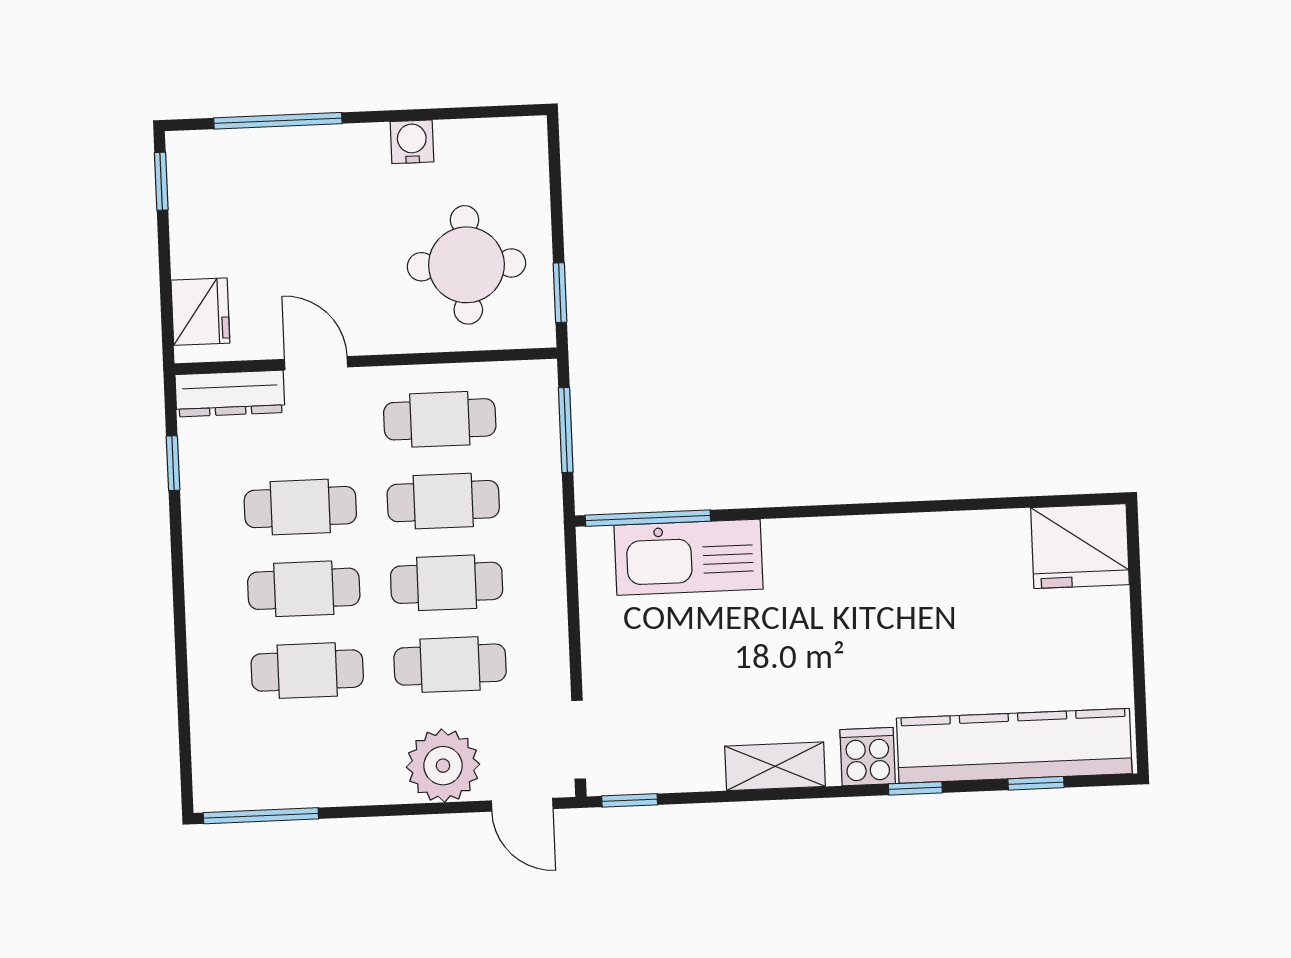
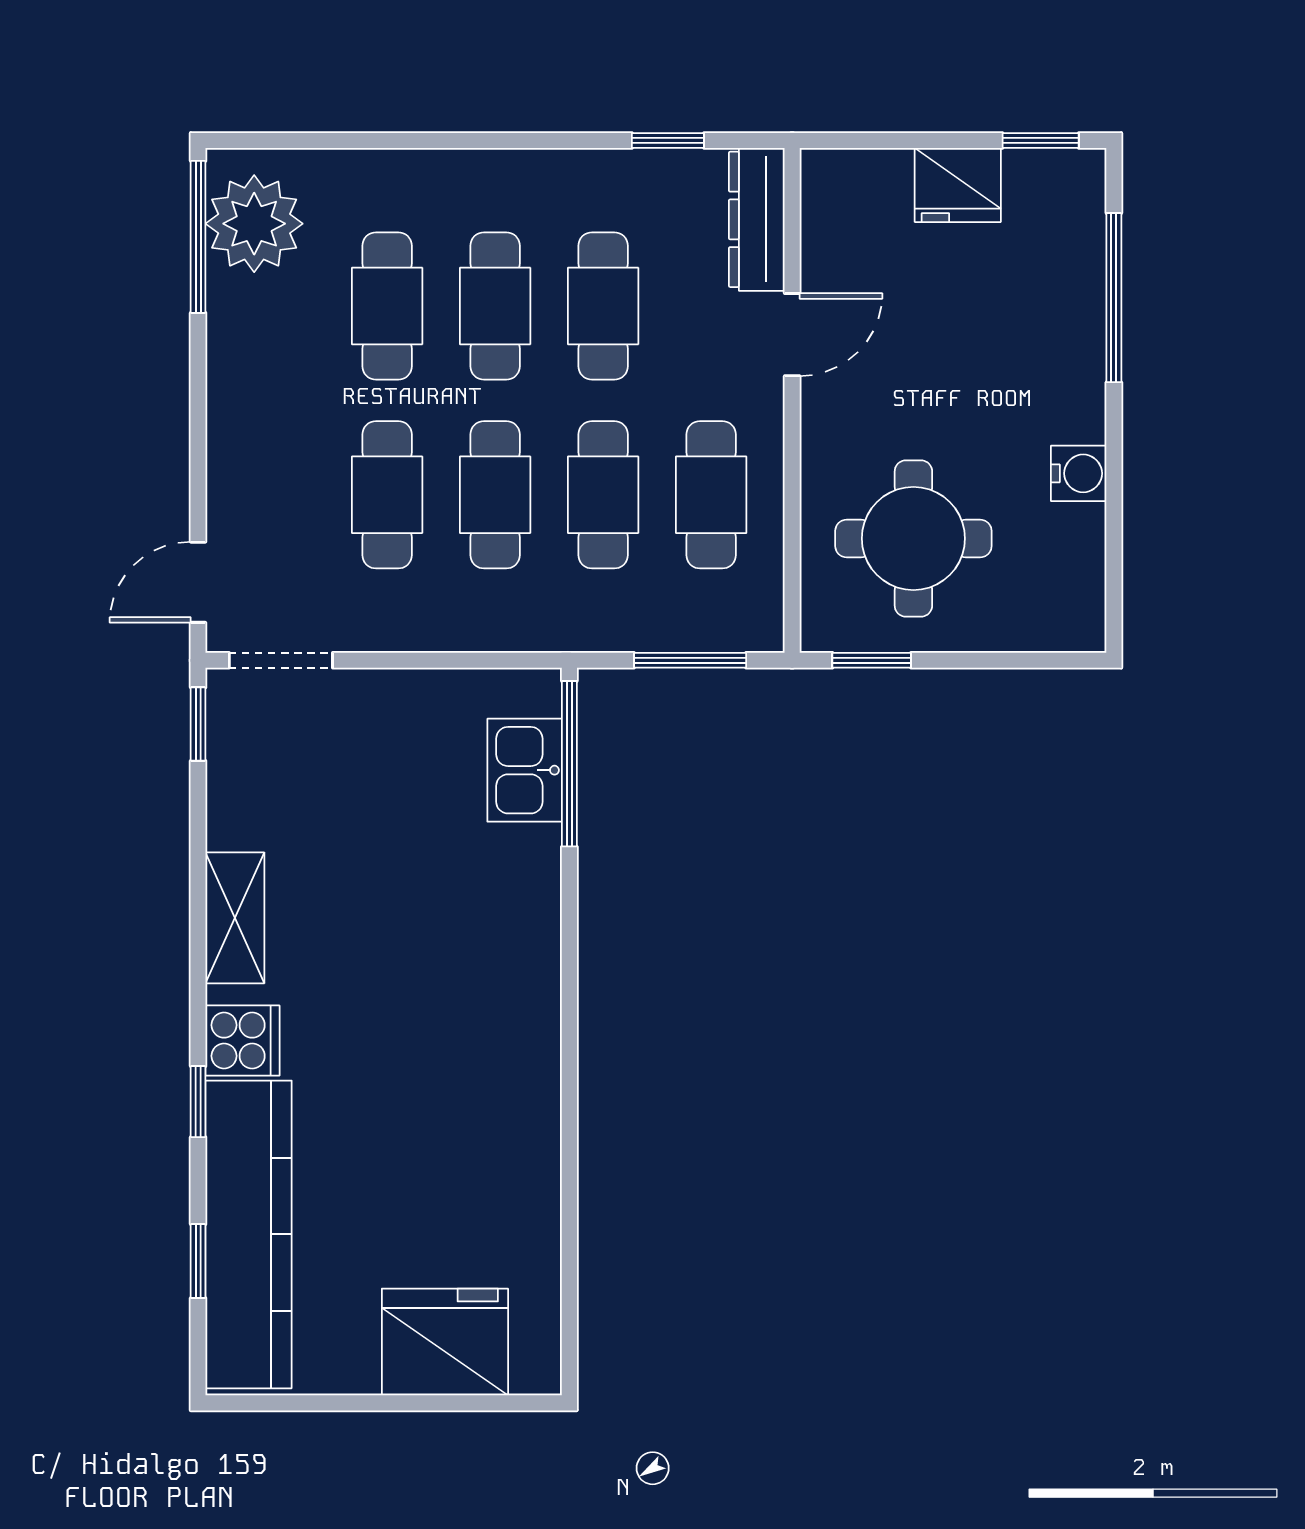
fridge: (200, 312) -> (958, 185), moved
fridge: (1080, 546) -> (445, 1342), moved, turned 90
kitchen sink: (688, 557) -> (525, 770), width x0.53, depth x0.81
plant: (443, 766) -> (254, 224), moved

